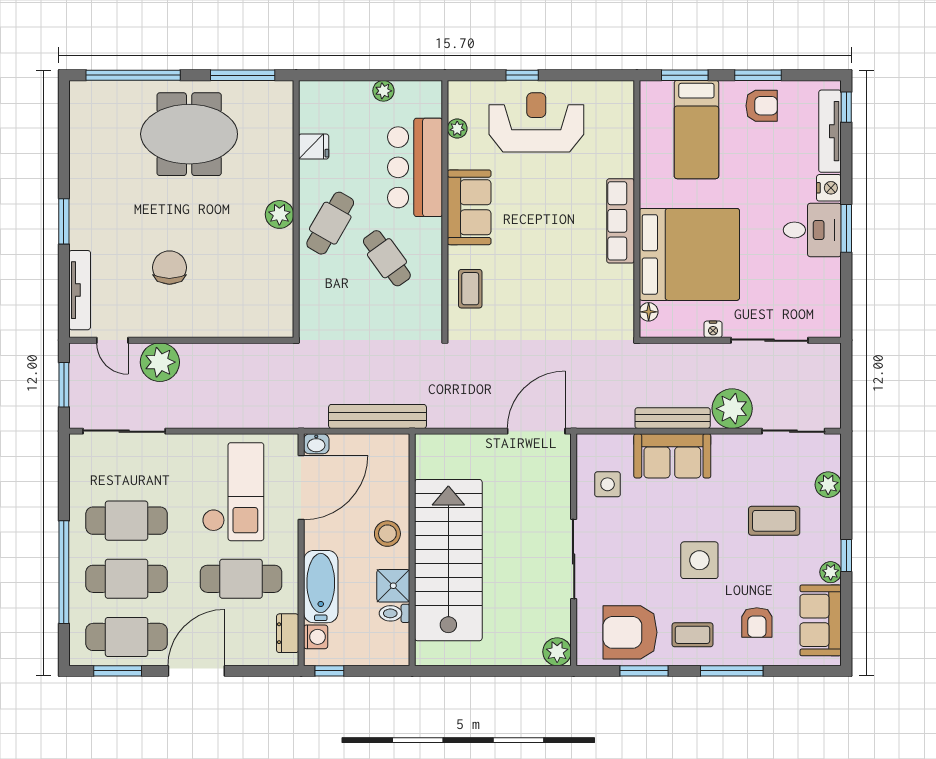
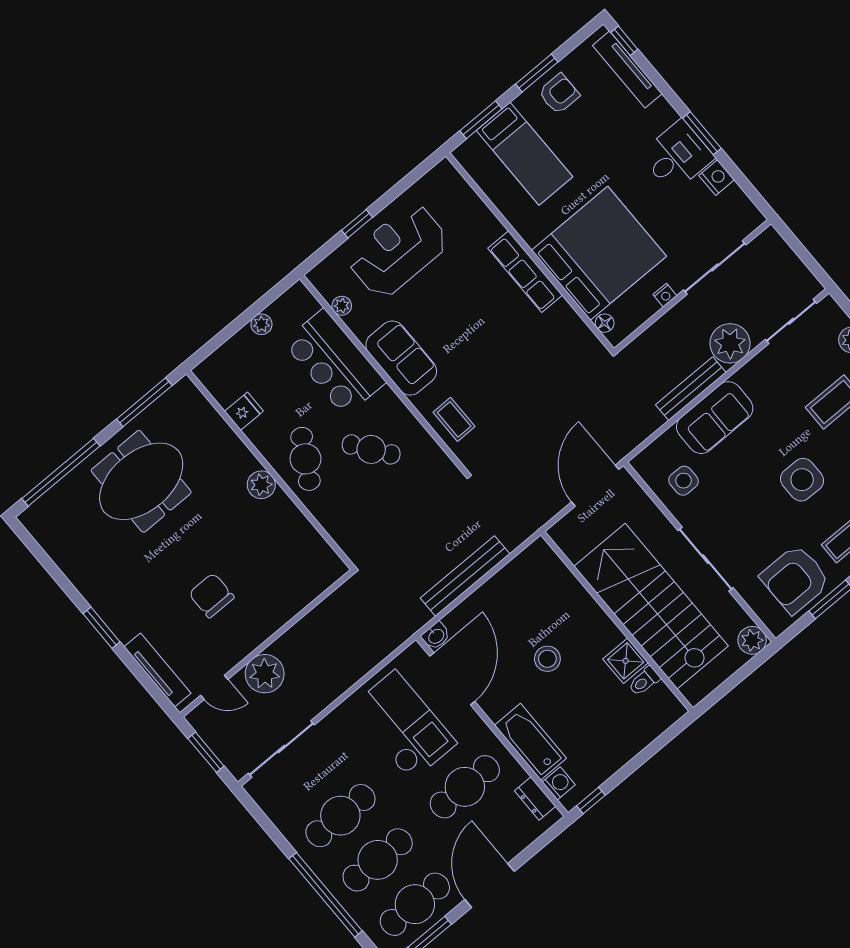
nightstand: (829, 188) -> (717, 178), moved
wall: (412, 550) -> (617, 621), moved
stairs: (448, 560) -> (651, 606), moved
shower: (393, 586) -> (626, 661), moved
toilet: (394, 613) -> (644, 681), moved

